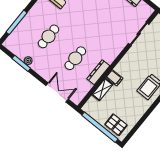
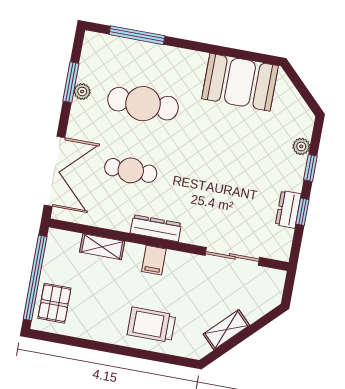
cafe table: (49, 36) -> (143, 104), width x1.37, depth x1.35
dresser: (98, 72) -> (156, 228), moved
filing cabinet: (115, 78) -> (154, 260), moved
double door: (57, 92) -> (55, 171), width x1.37

